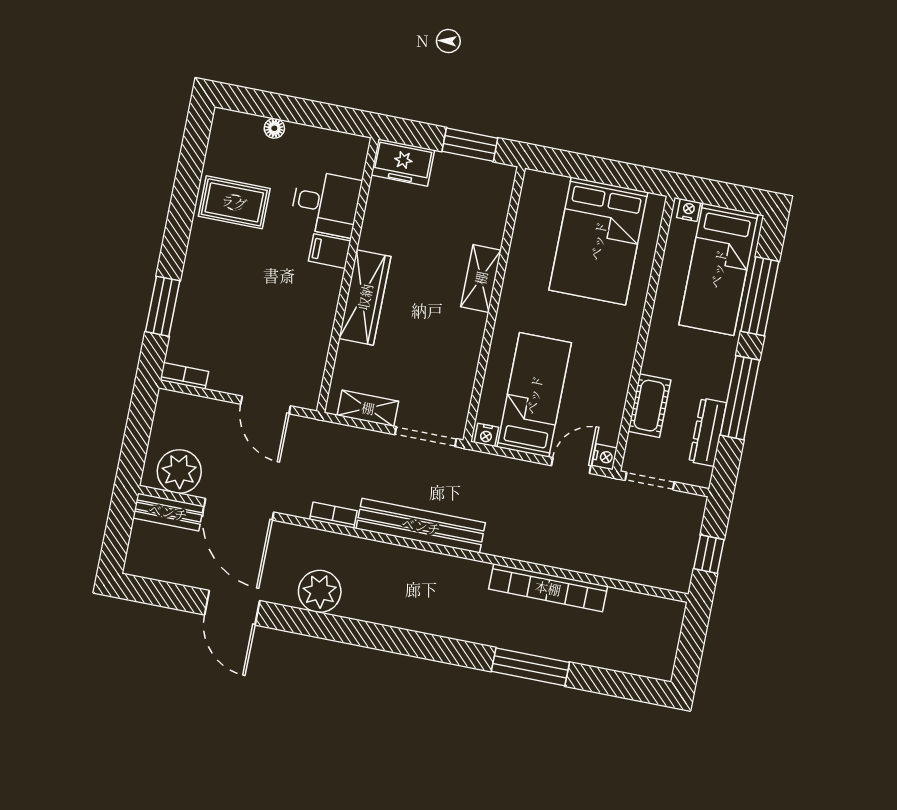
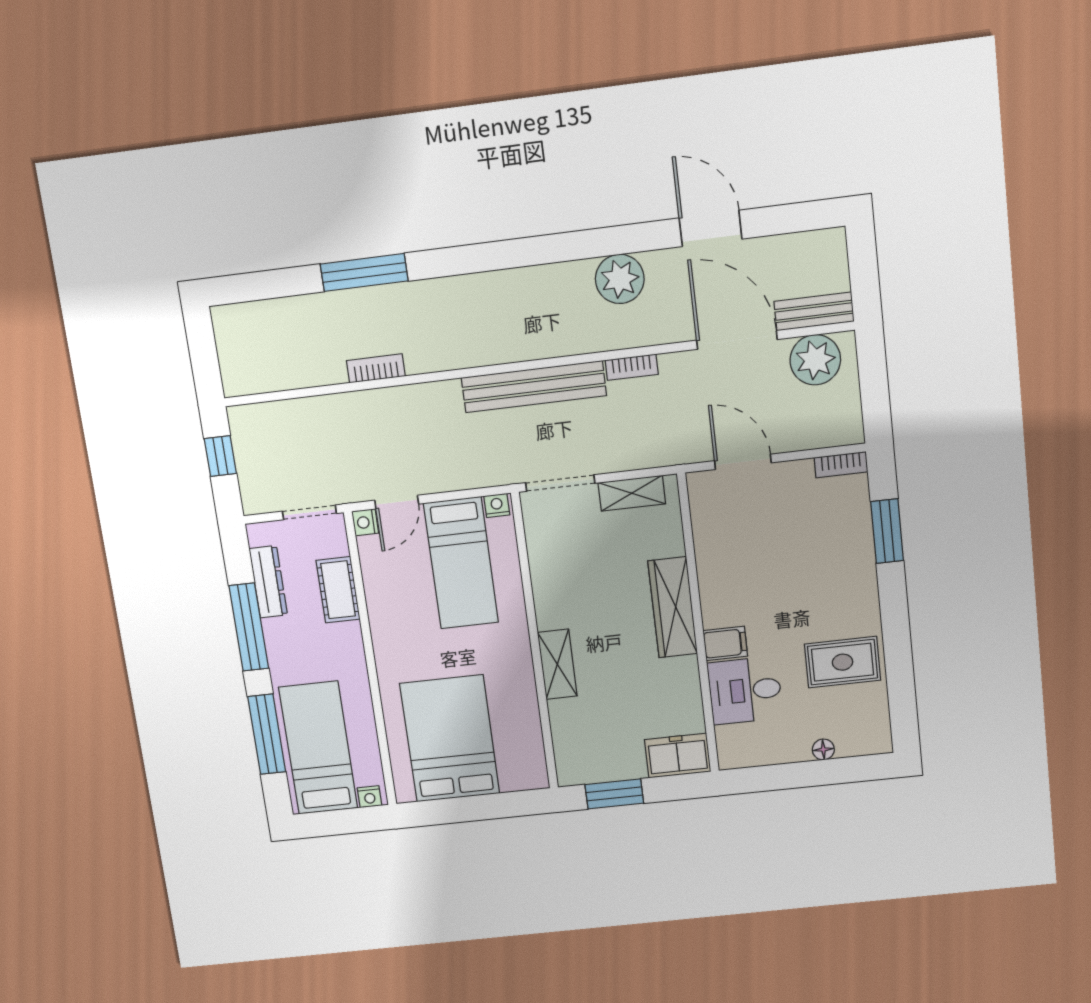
bookcase: (548, 588) -> (376, 368), width x0.43, depth x0.76

